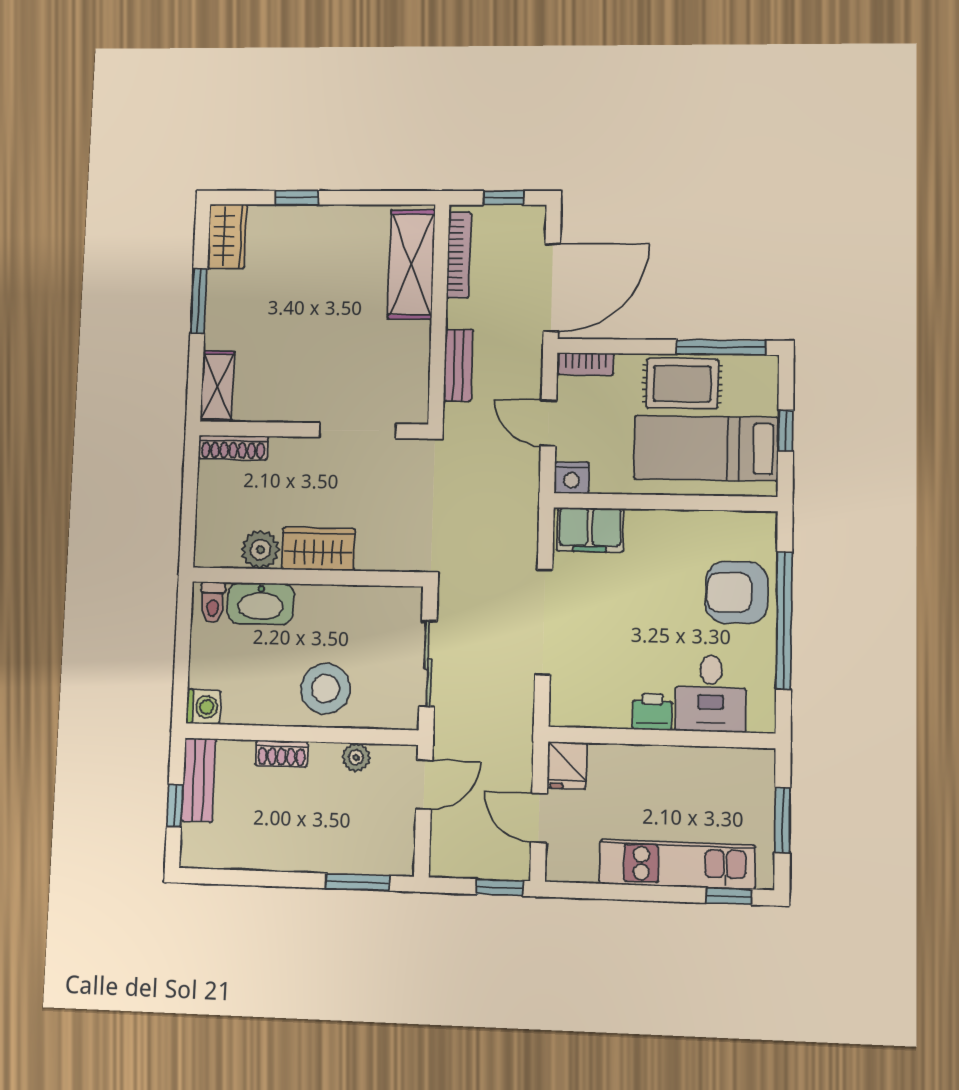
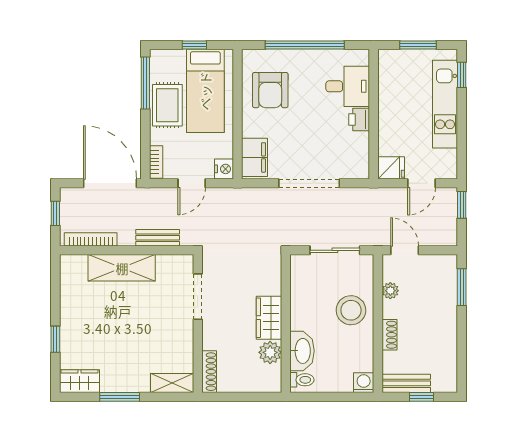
shelving: (411, 264) -> (122, 268), moved
armchair: (737, 593) -> (270, 90), moved

